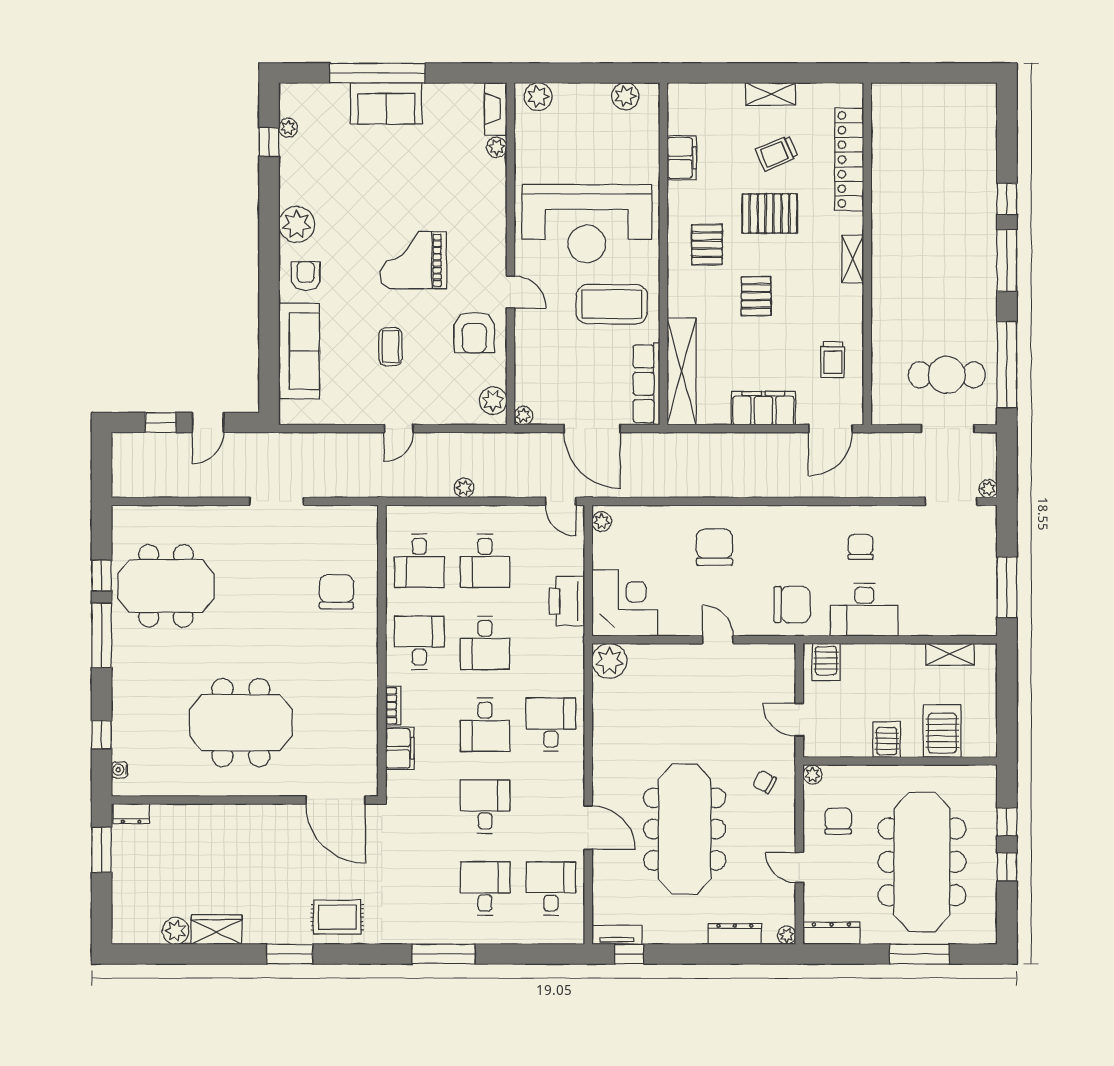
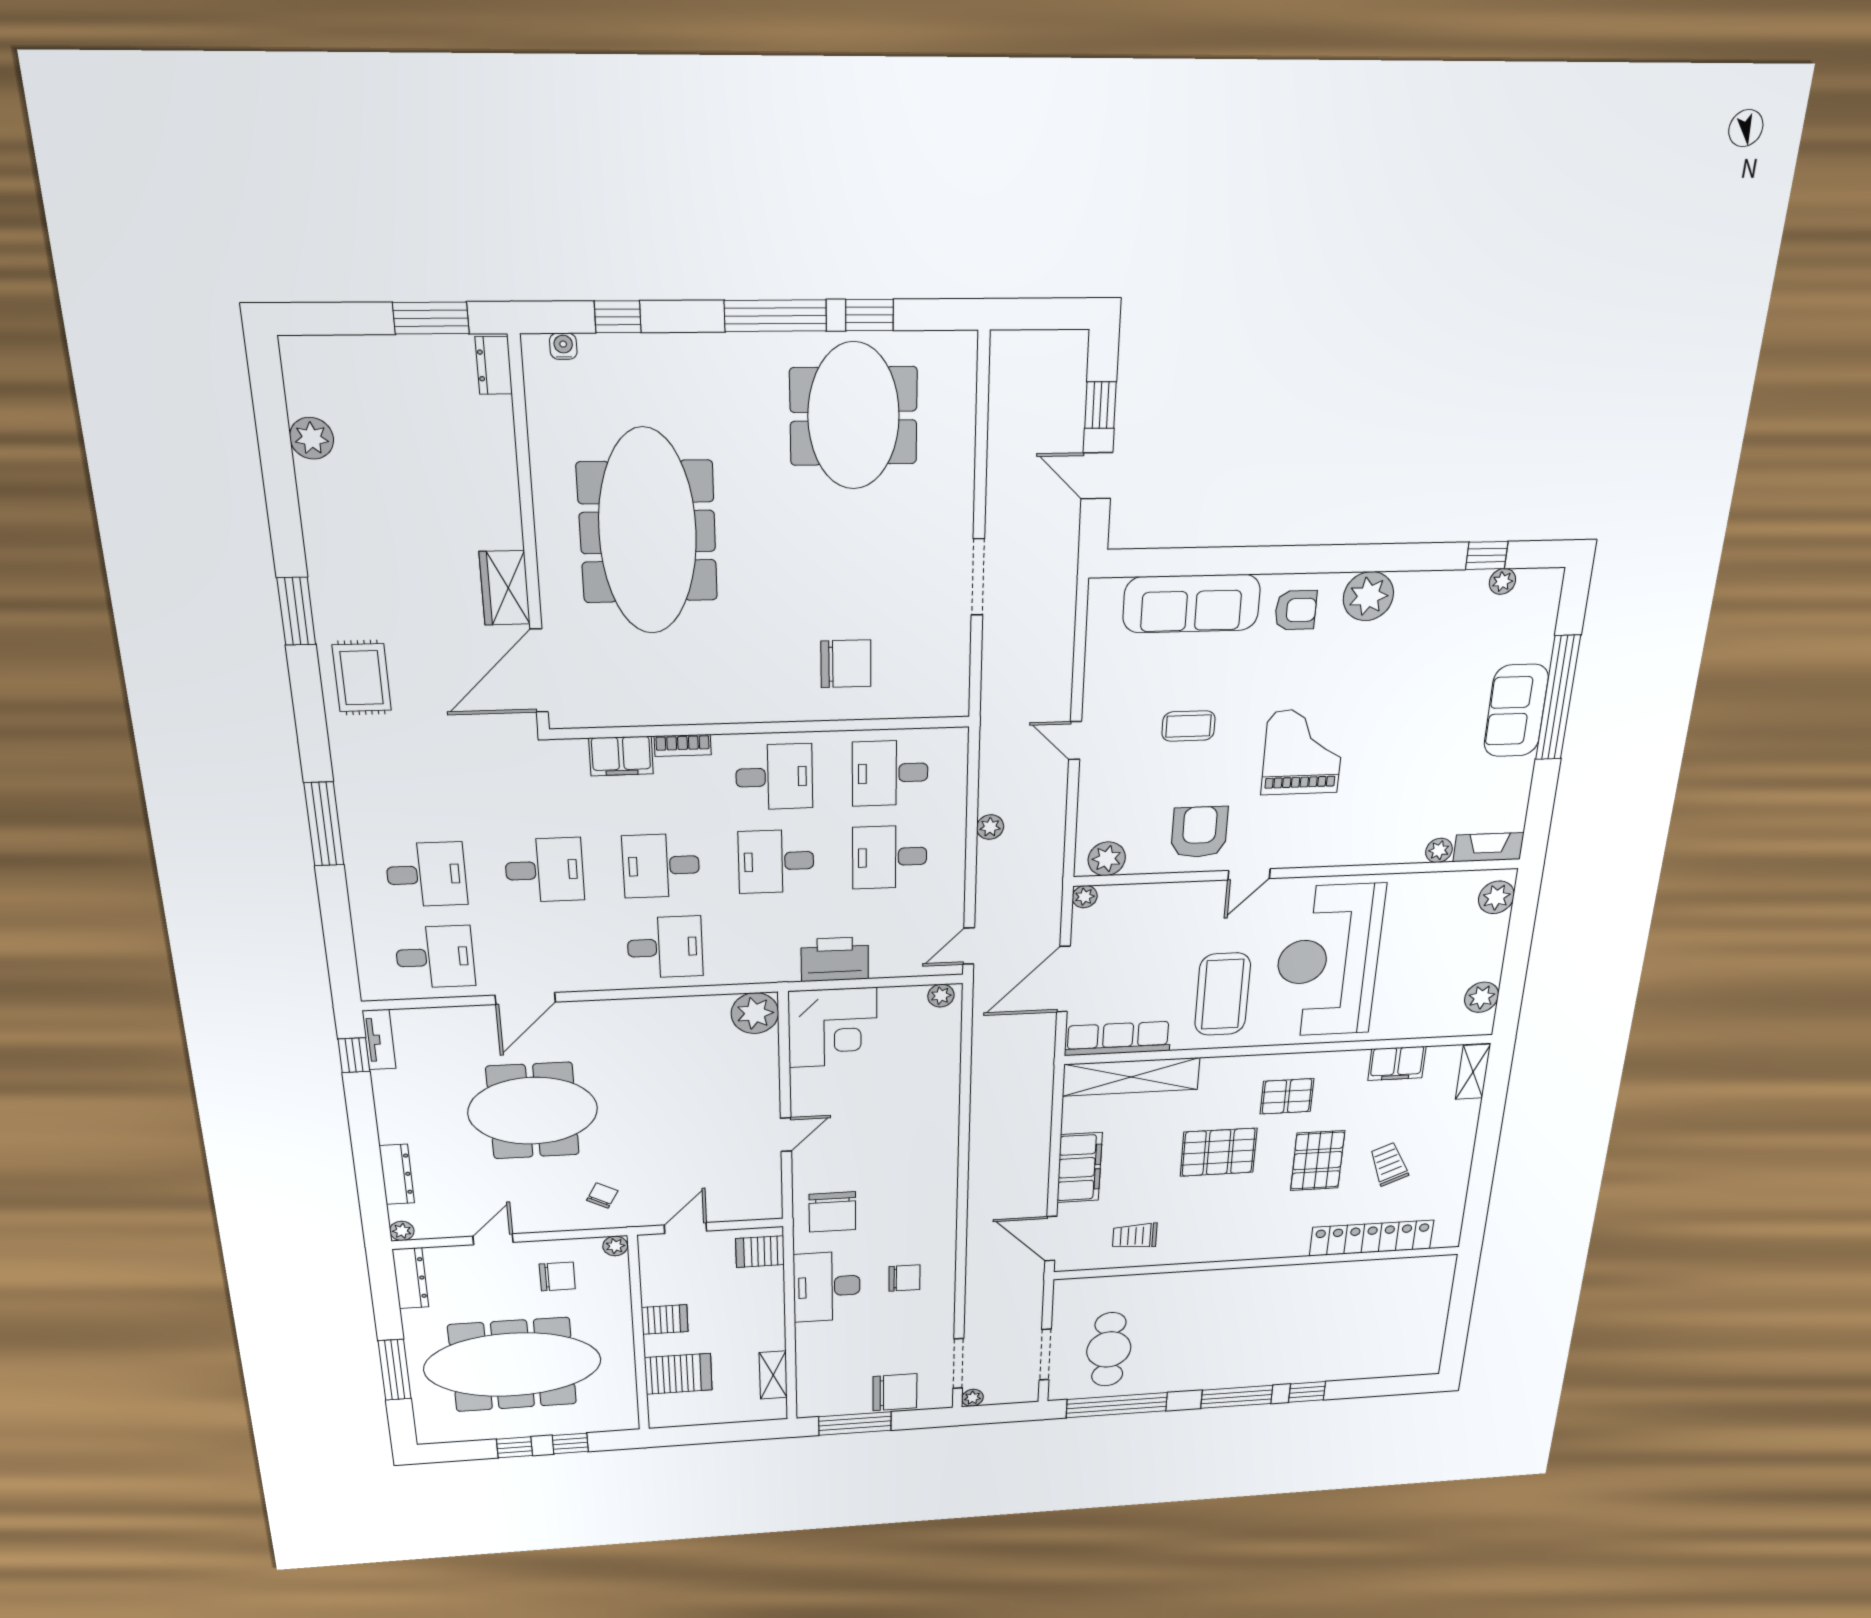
shelving: (771, 94) -> (1473, 1072), moved
shelving: (853, 259) -> (1254, 1249), removed
pallet: (756, 296) -> (1219, 1152), width x1.50, depth x1.42
armchair: (474, 332) -> (1199, 832), turned 90
chair: (714, 547) -> (895, 1392), moved
meeting table: (241, 723) -> (648, 532), width x1.36
meeting table: (685, 829) -> (533, 1111), width x0.73
wardrobe: (216, 930) -> (505, 588), moved, turned 180

